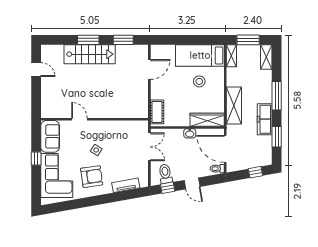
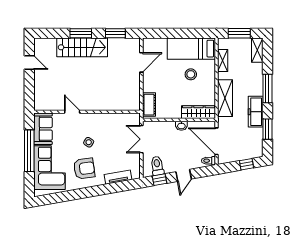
shelving: (231, 56) -> (223, 60), moved
double door: (149, 147) -> (141, 139), swing flipped
window: (36, 159) -> (29, 151), width x3.17
door: (192, 183) -> (184, 175), hinge flipped

